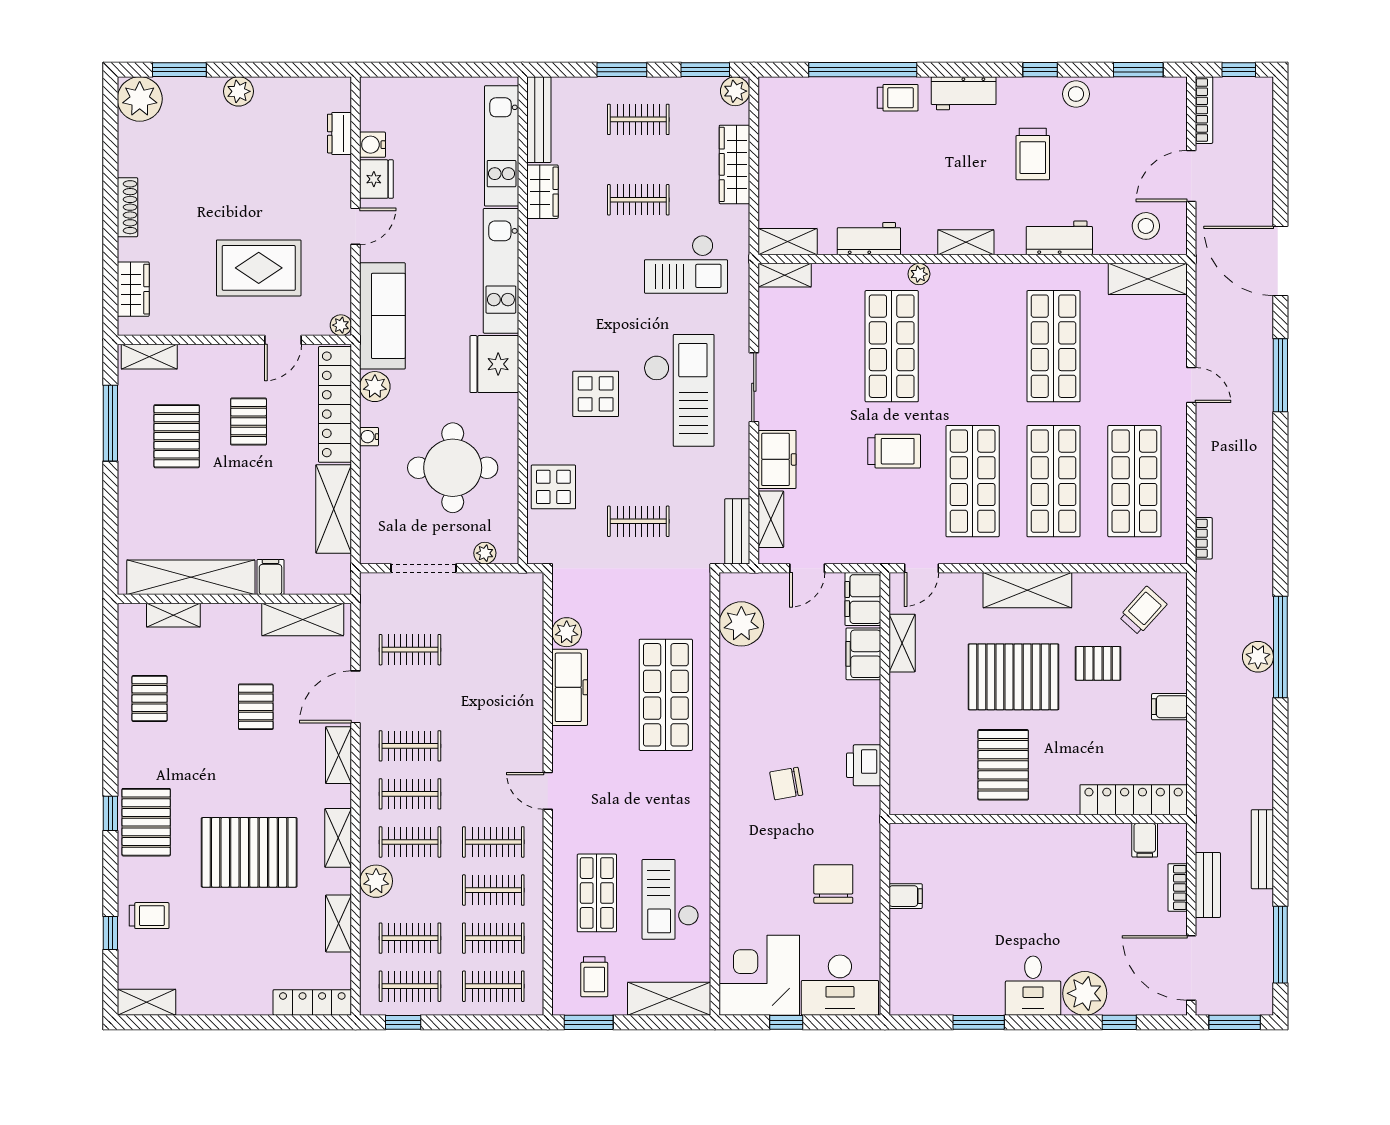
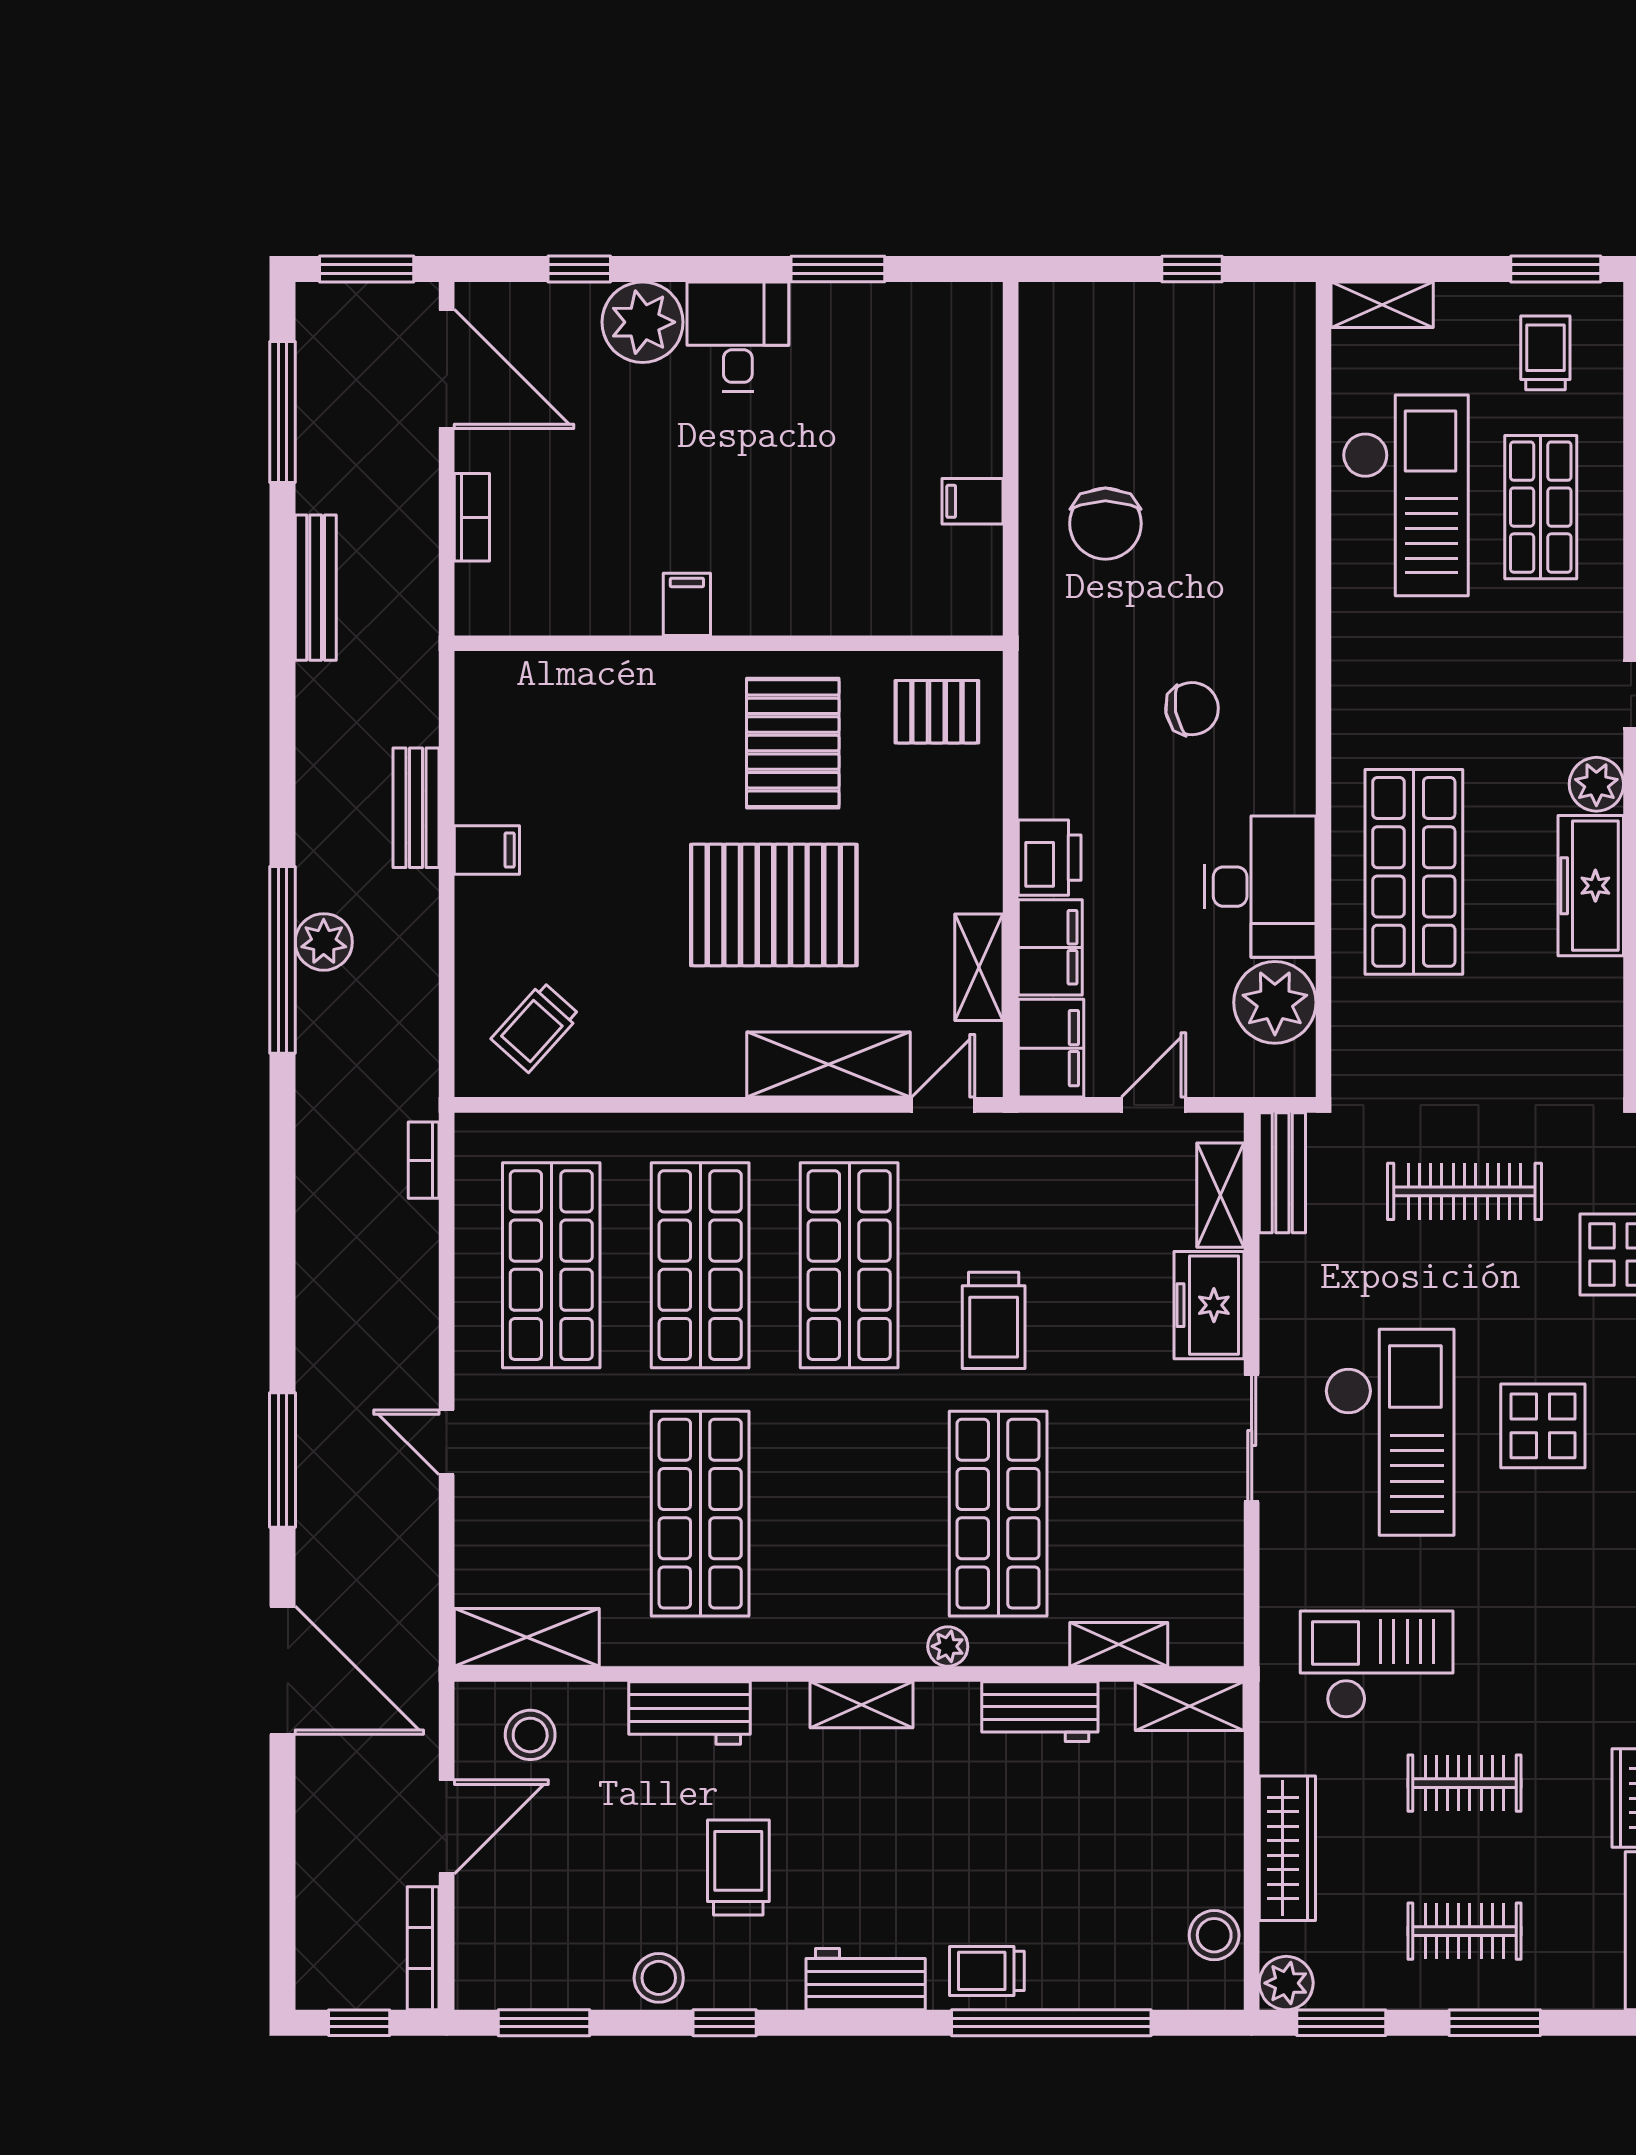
stool: (774, 117) -> (1214, 1935), added
shelving: (785, 275) -> (1119, 1644), moved
checkout: (679, 390) -> (1390, 1432), turned 180
trolley: (894, 451) -> (994, 1320), turned -90
clothes rail: (638, 521) -> (1464, 1191), width x1.36
shelving: (1027, 590) -> (829, 1064), moved
plant: (567, 632) -> (1596, 784), moved
pallet: (1098, 663) -> (937, 712), moved
printer: (864, 765) -> (1050, 858), moved
locker: (1134, 800) -> (553, 679), removed
filing cabinet: (1145, 840) -> (687, 604), moved
bench: (1208, 885) -> (416, 808), moved
checkout: (670, 899) -> (1405, 495), width x1.36, depth x1.21
corner desk: (759, 975) -> (1242, 356), removed
desk: (840, 985) -> (1260, 887), moved, turned 90
shelving: (669, 999) -> (1382, 305), width x0.67, depth x0.75

